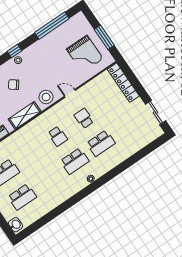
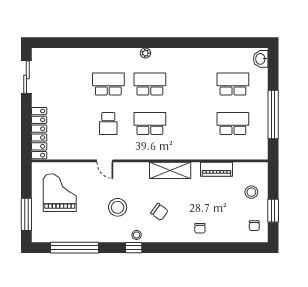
window: (104, 37) -> (26, 214), moved
stool: (46, 97) -> (118, 207), moved
school desk: (58, 136) -> (150, 123), width x1.85

